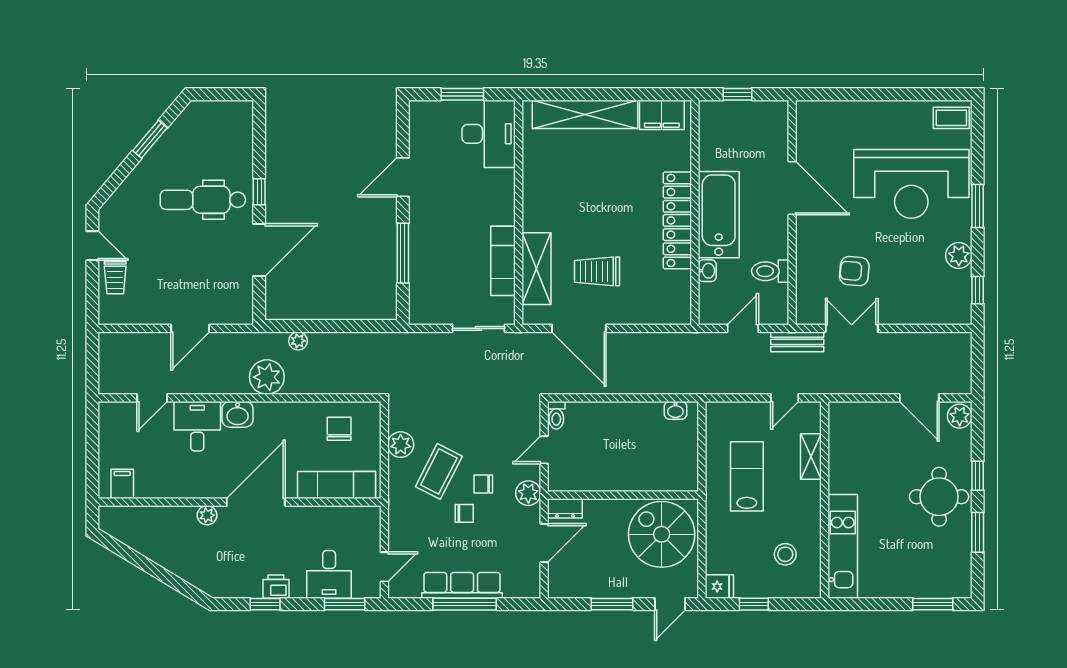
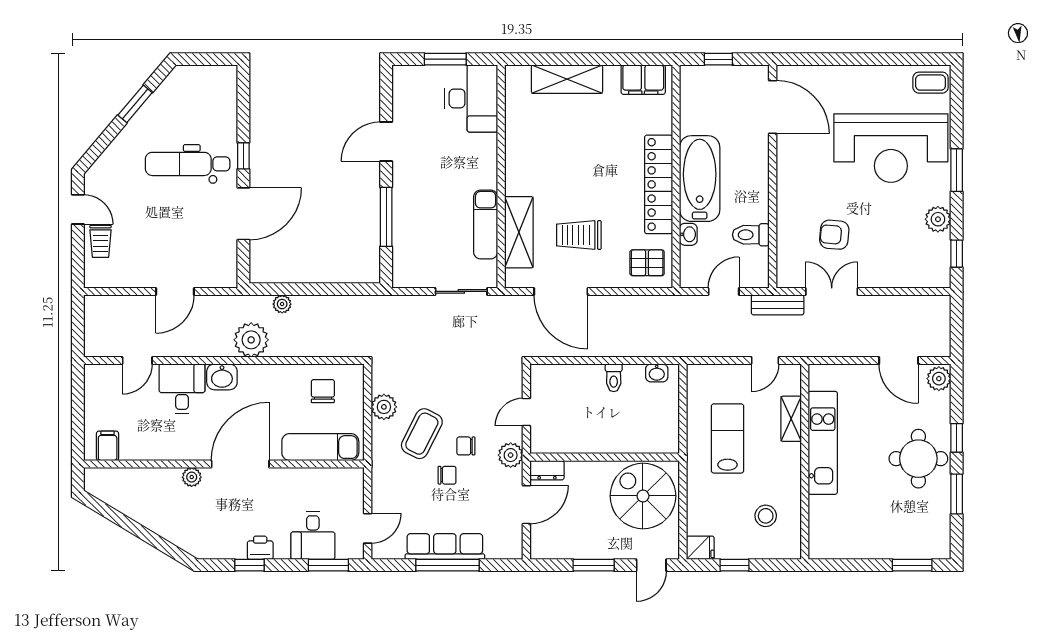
shelving: (585, 114) -> (567, 79), width x0.68
door: (792, 188) -> (773, 107), moved
pallet: (666, 299) -> (647, 263), added
toilet: (556, 415) -> (614, 378), moved
kitchen unit: (843, 546) -> (823, 443), moved

